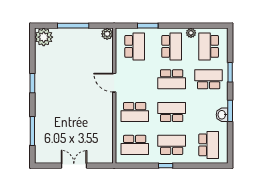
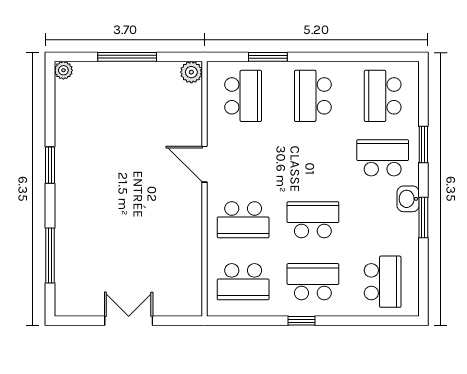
plant: (191, 33) -> (349, 70), removed
plant: (44, 37) -> (63, 70), width x0.53, depth x0.53
school desk: (172, 46) -> (313, 96), turned 180
school desk: (172, 79) -> (313, 158), removed
washbasin: (222, 115) -> (408, 199), moved

